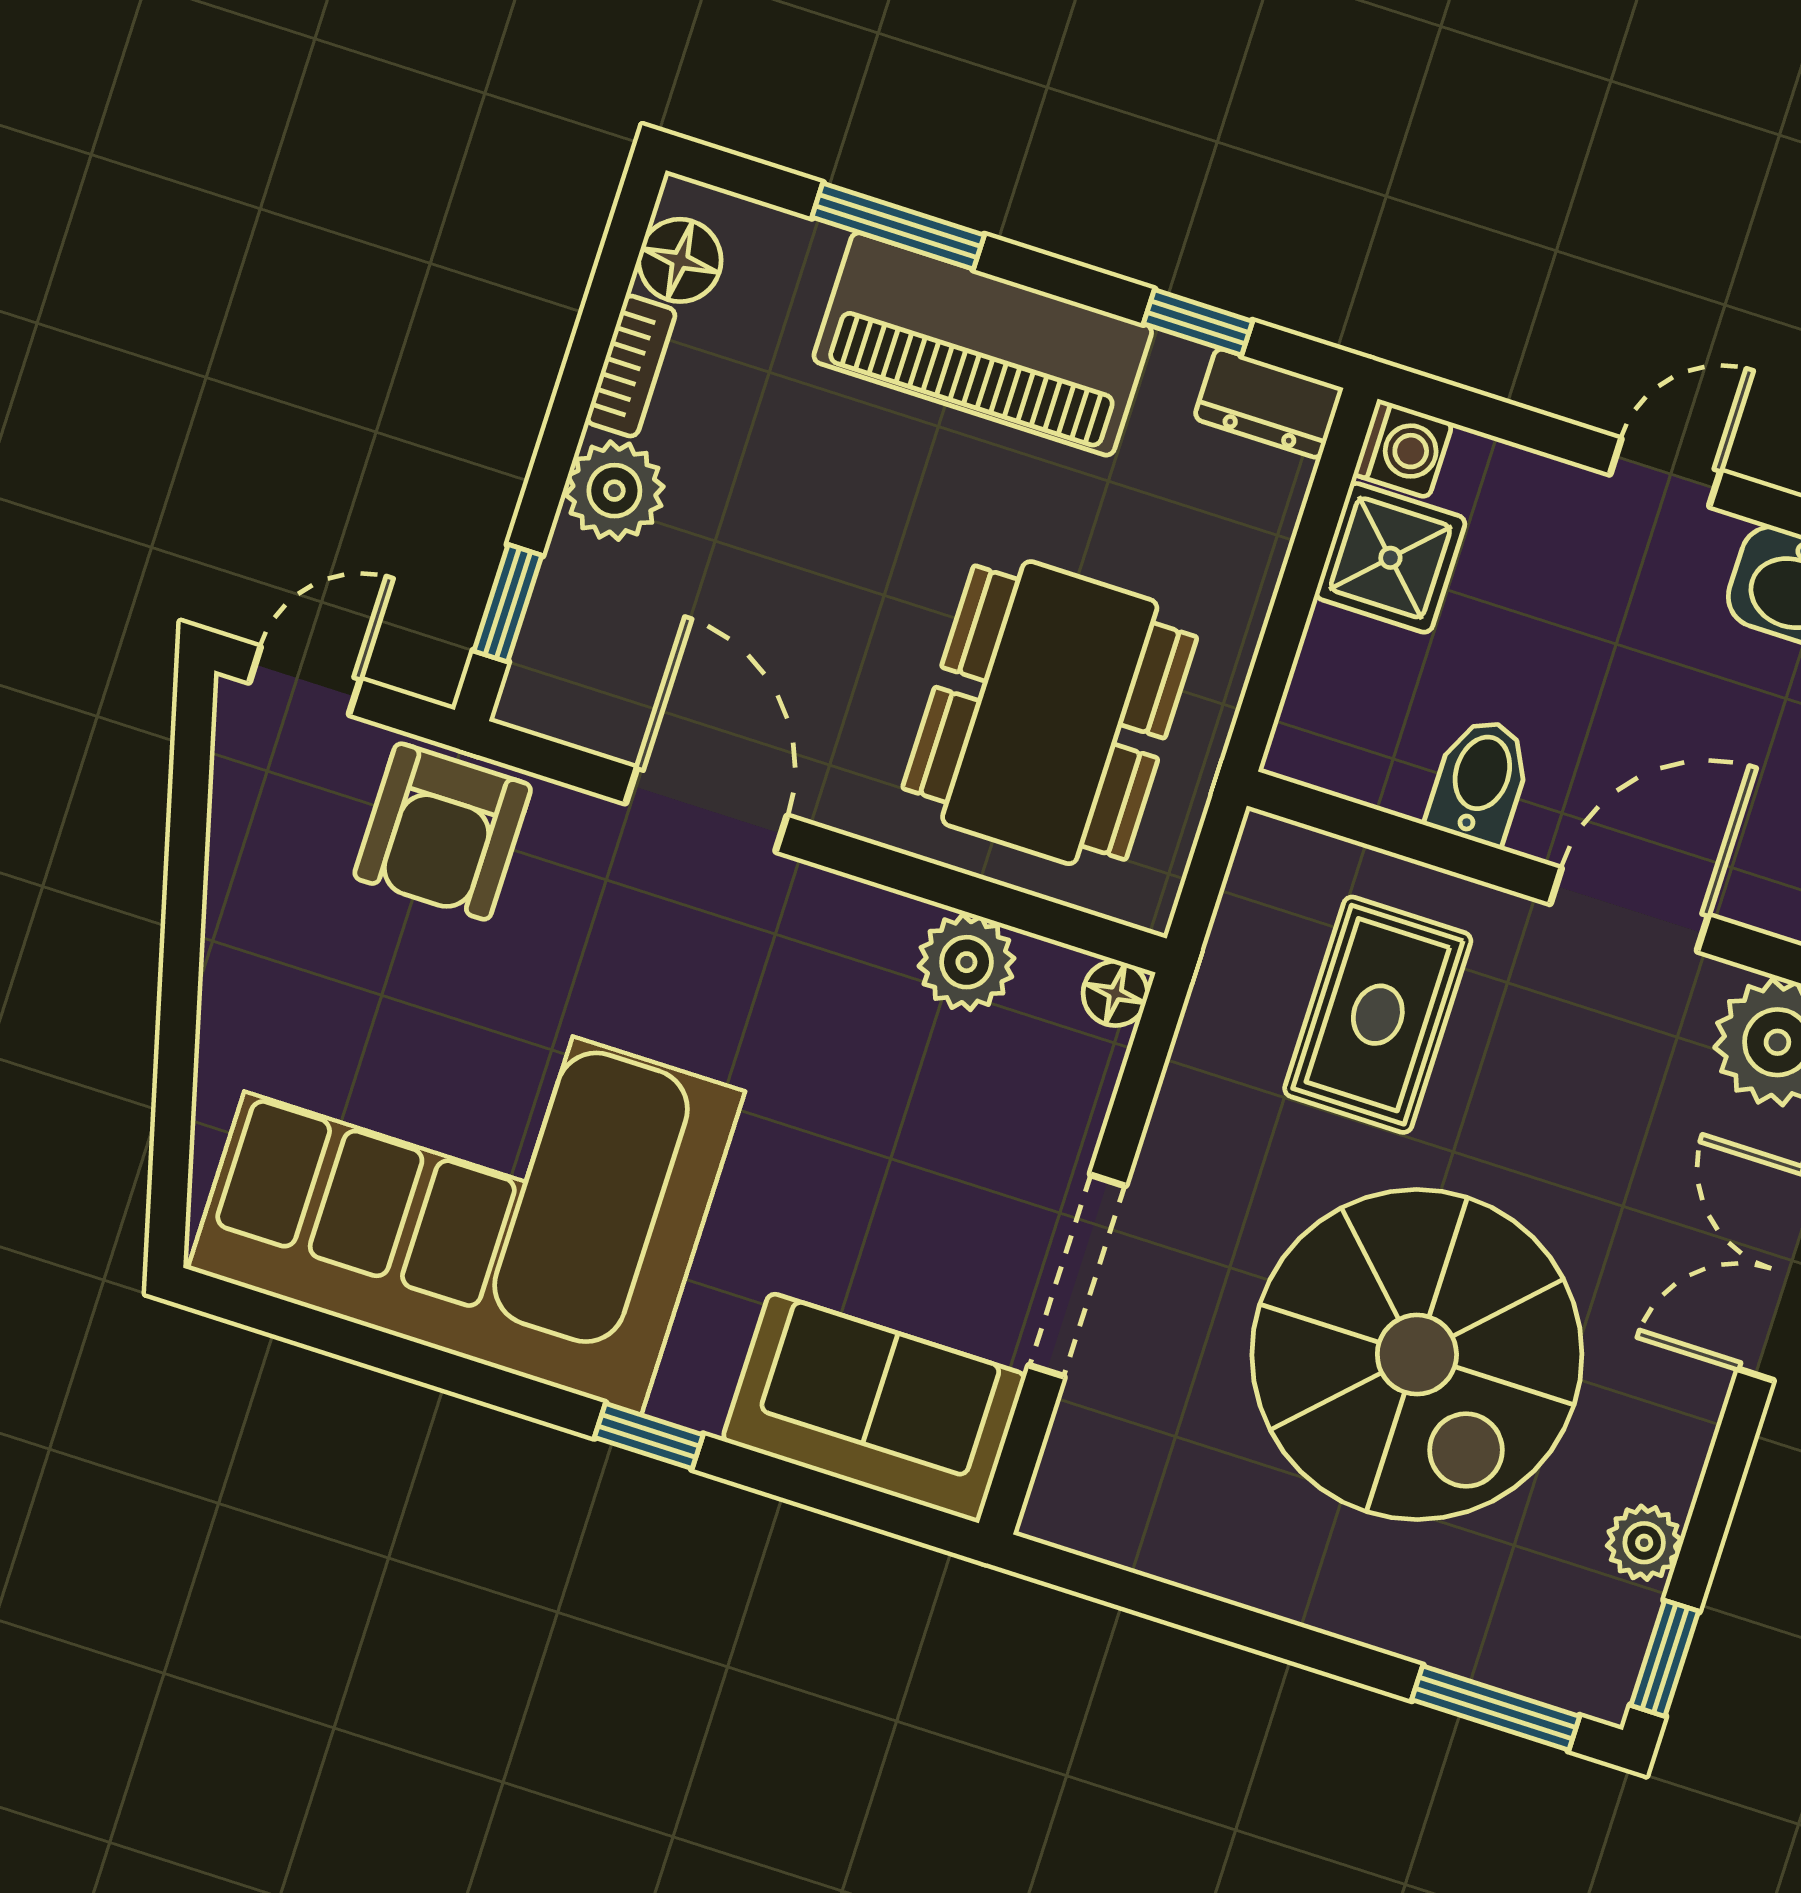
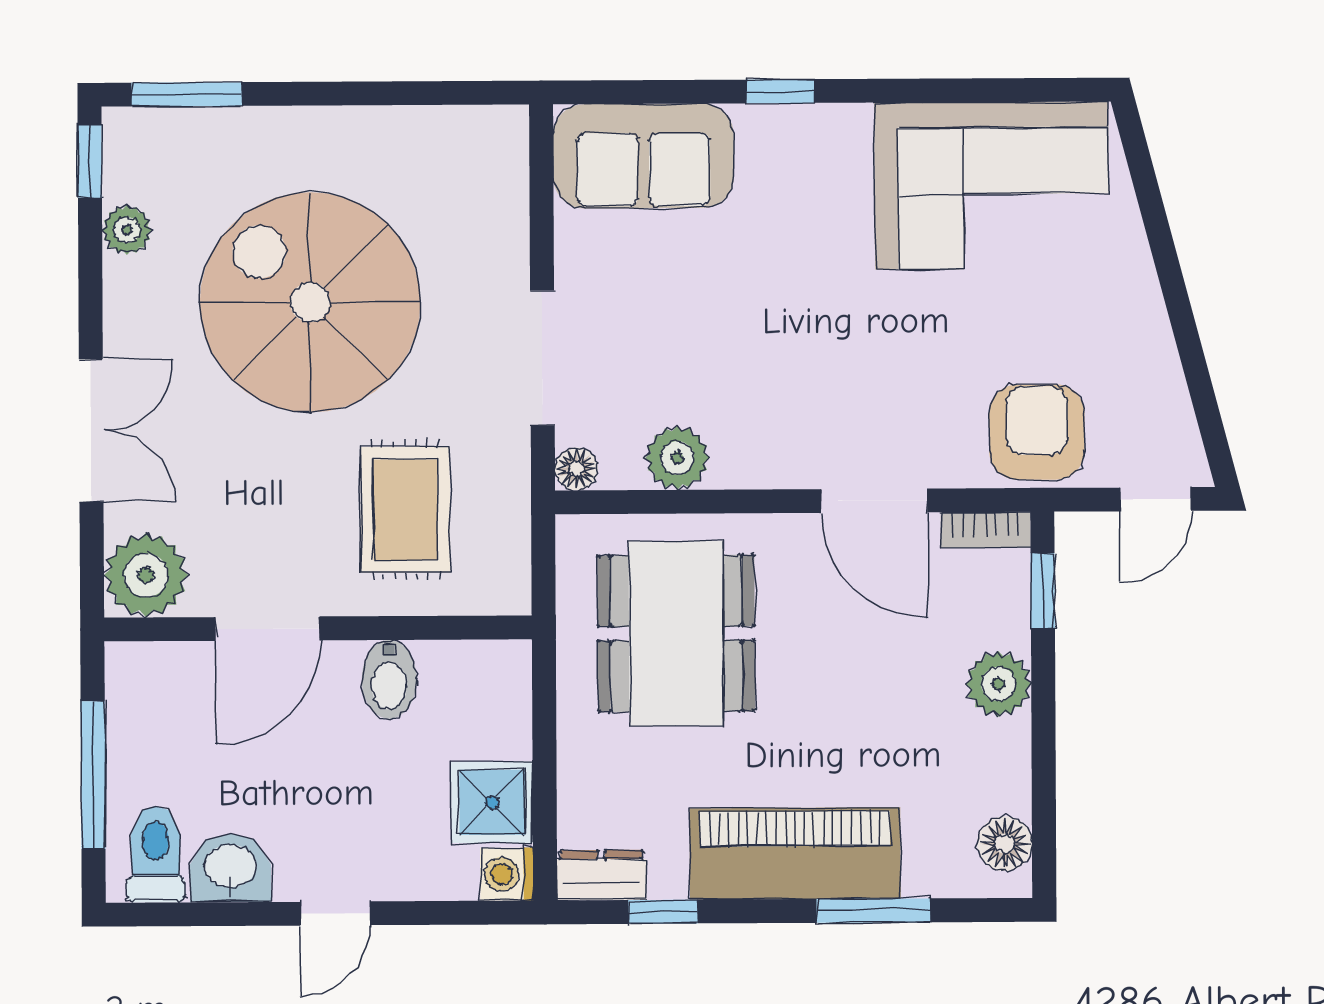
bookcase: (631, 366) -> (986, 530), moved, turned -90
corner sofa: (466, 1180) -> (992, 185), width x0.73, depth x0.74
doorway: (1077, 1276) -> (542, 358), moved

